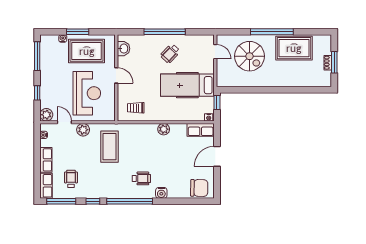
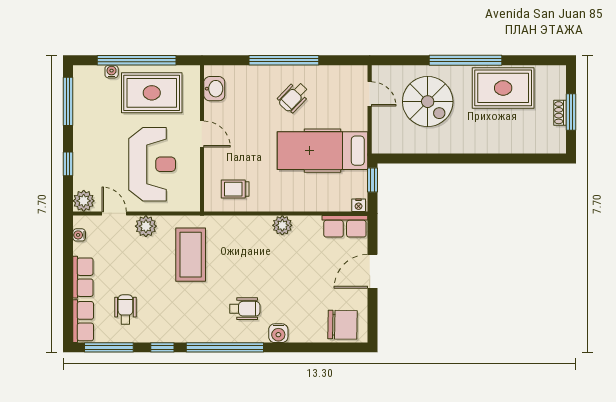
window: (78, 32) -> (137, 60), width x2.11

